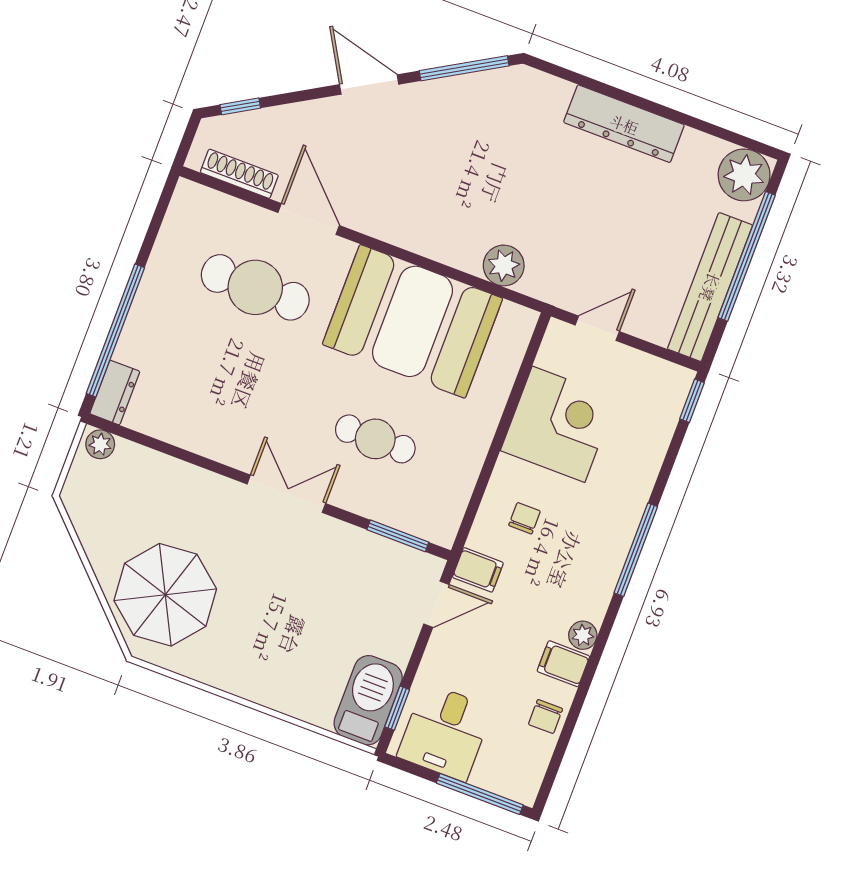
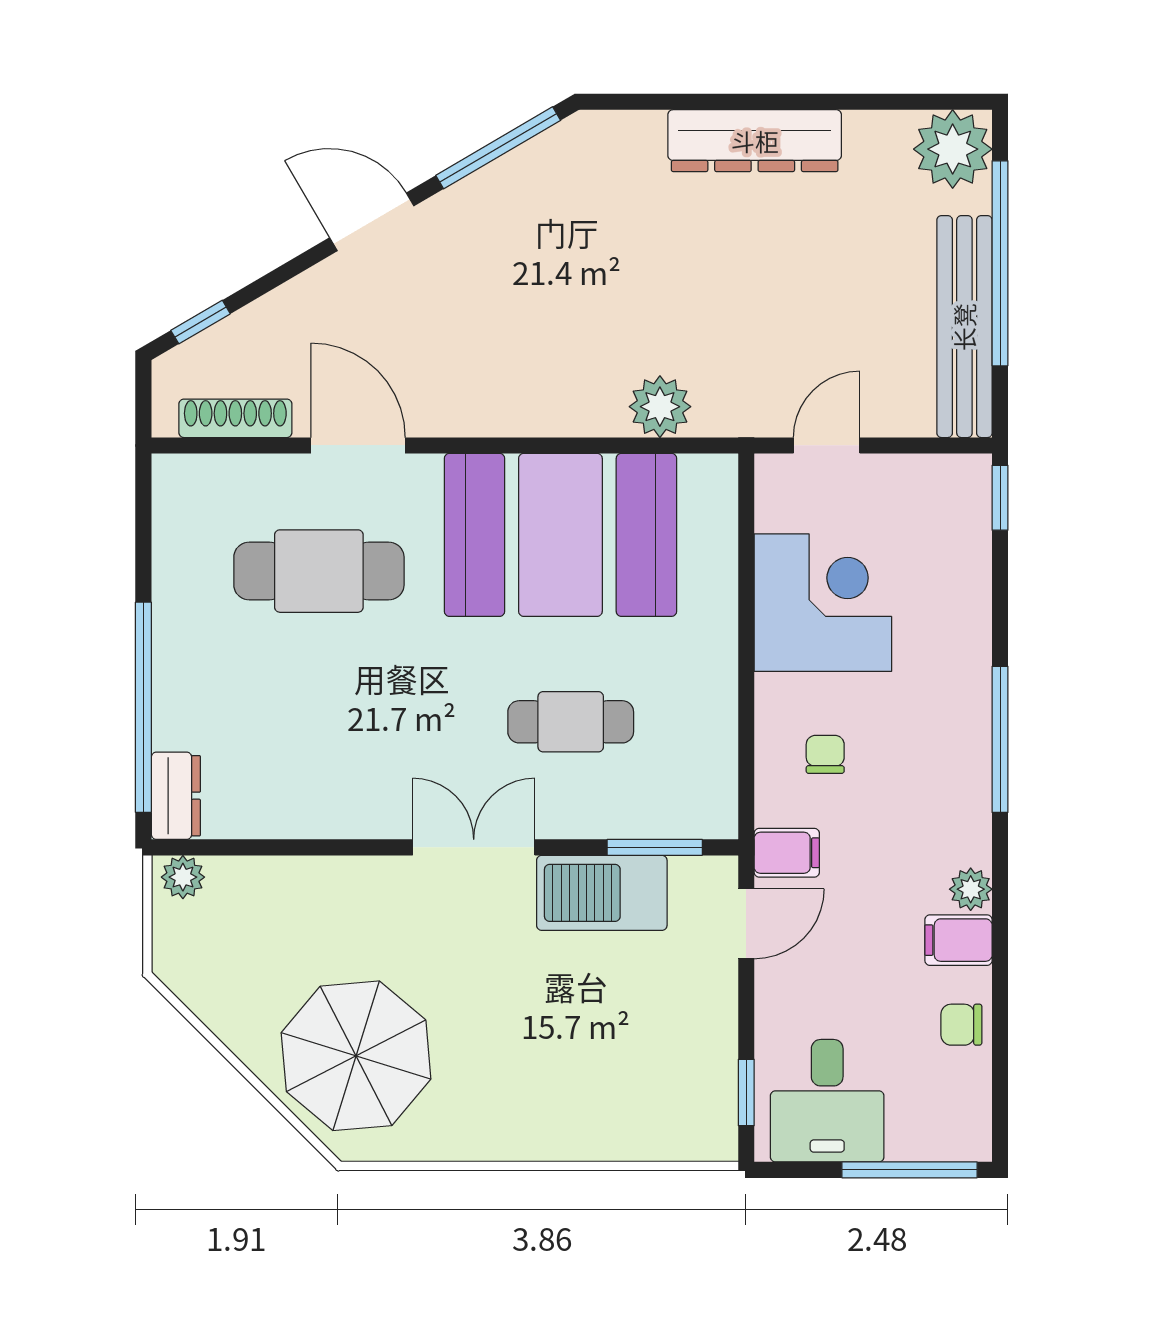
barbecue: (368, 700) -> (602, 893), moved, turned -90
chair: (545, 717) -> (961, 1025), turned 90

